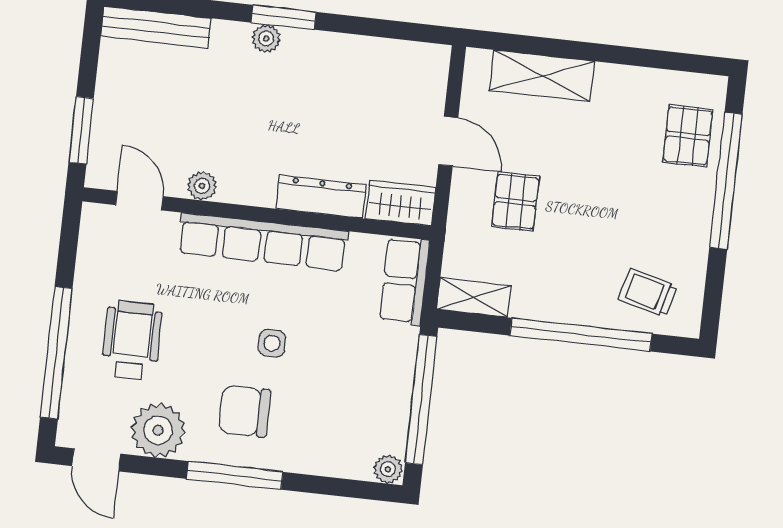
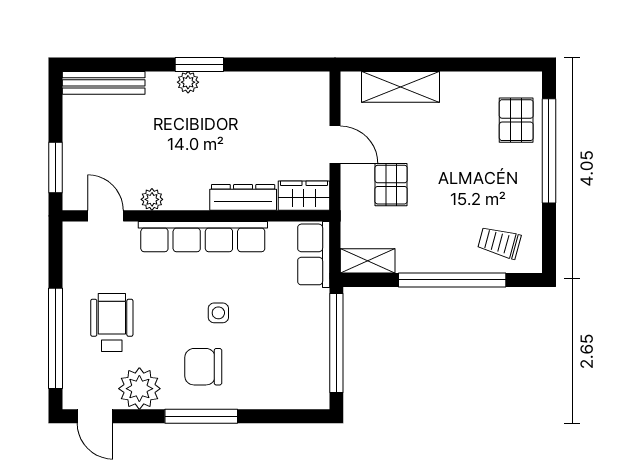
plant: (388, 469) -> (317, 399), removed

